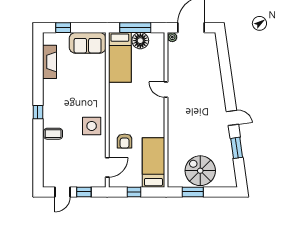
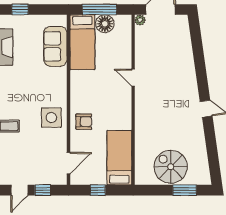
sofa: (88, 43) -> (55, 46), moved, turned 90
armchair: (125, 141) -> (84, 122), moved, turned -90
window: (237, 148) -> (211, 142), removed
window: (193, 192) -> (185, 190), moved

